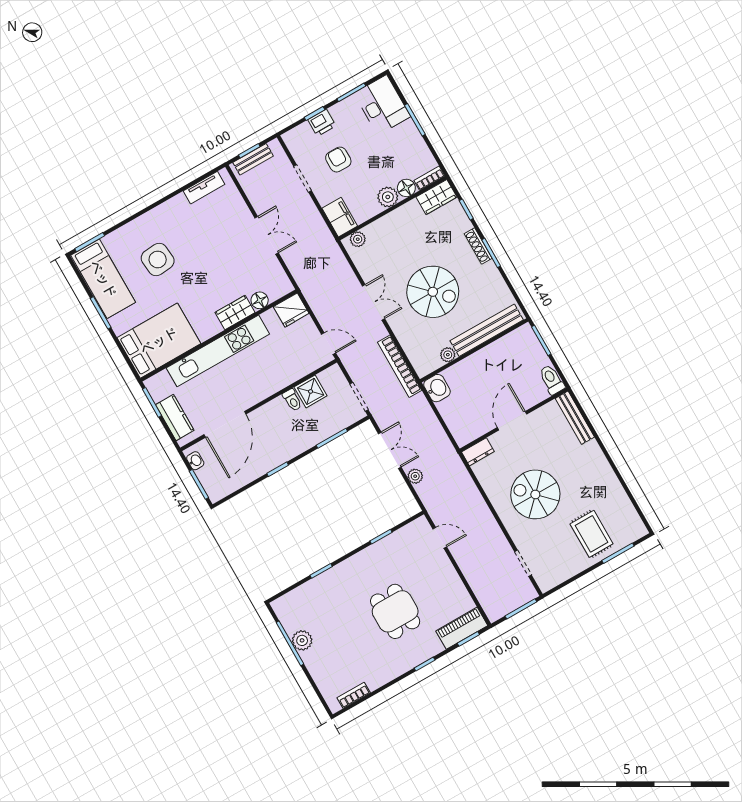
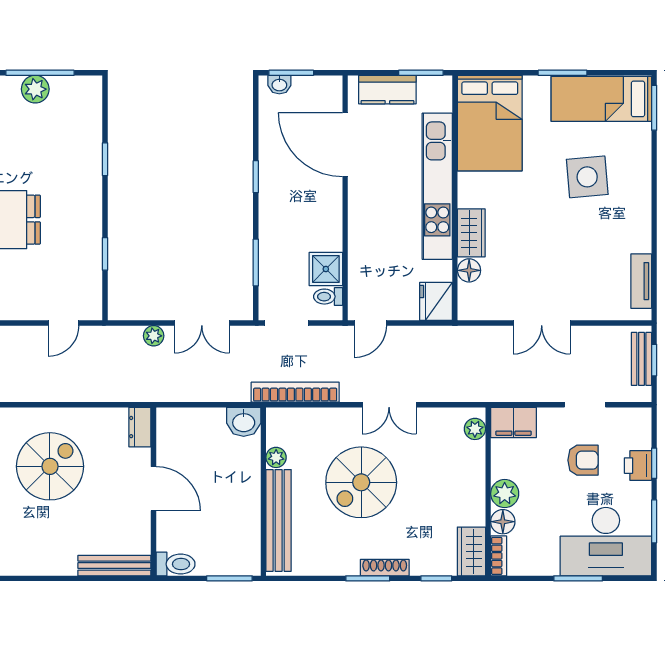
desk: (382, 105) -> (606, 542), width x1.36, depth x1.30
toilet: (292, 400) -> (328, 297), moved
washbasin: (195, 461) -> (279, 85), moved

